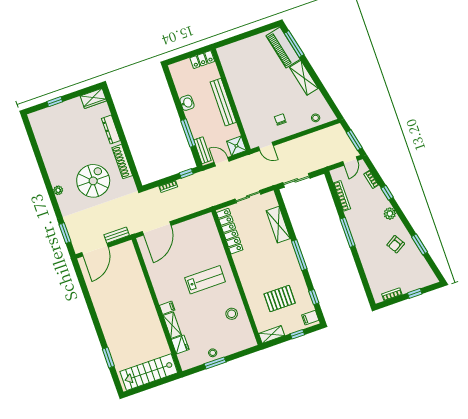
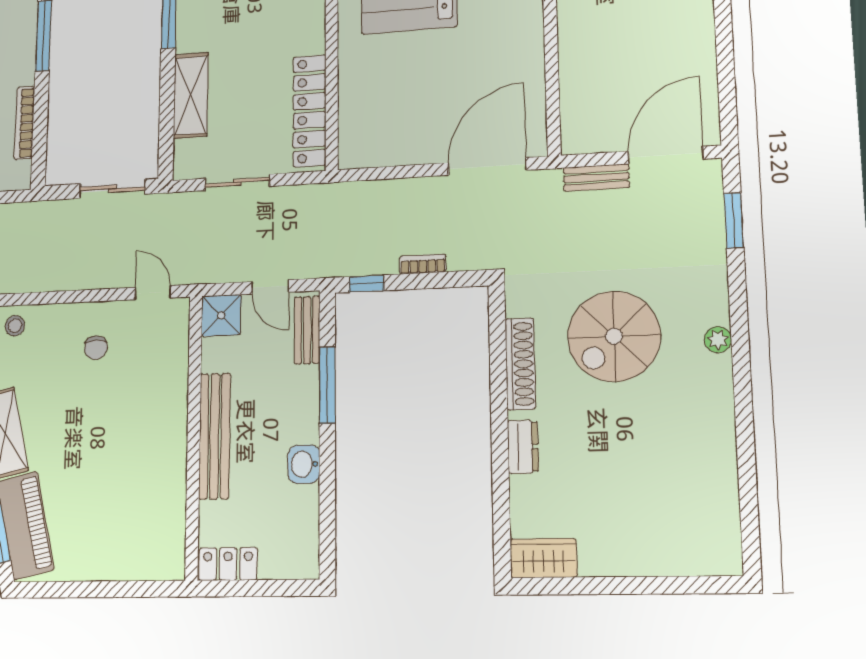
window: (55, 102) -> (653, 585), removed
dresser: (111, 129) -> (523, 447), width x0.70

